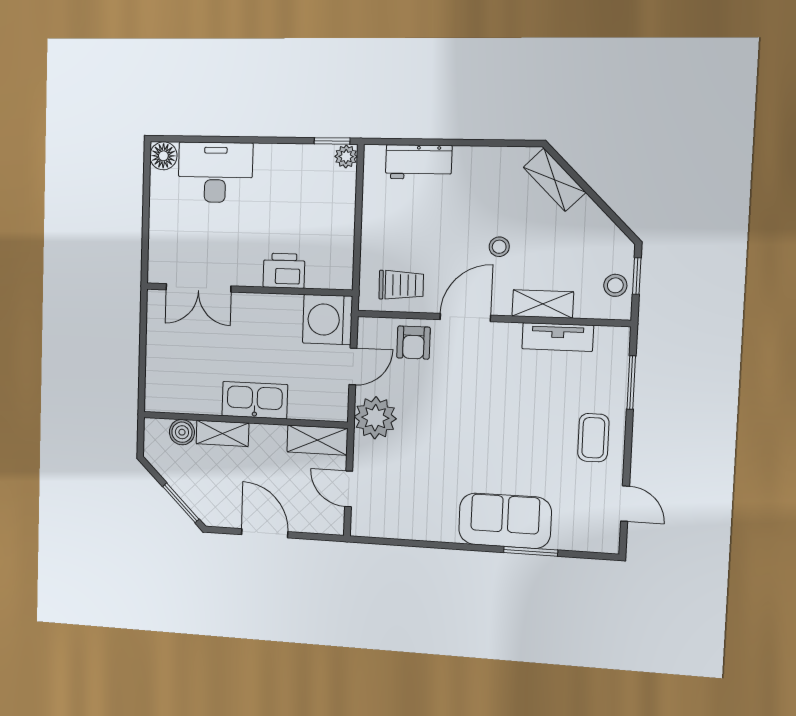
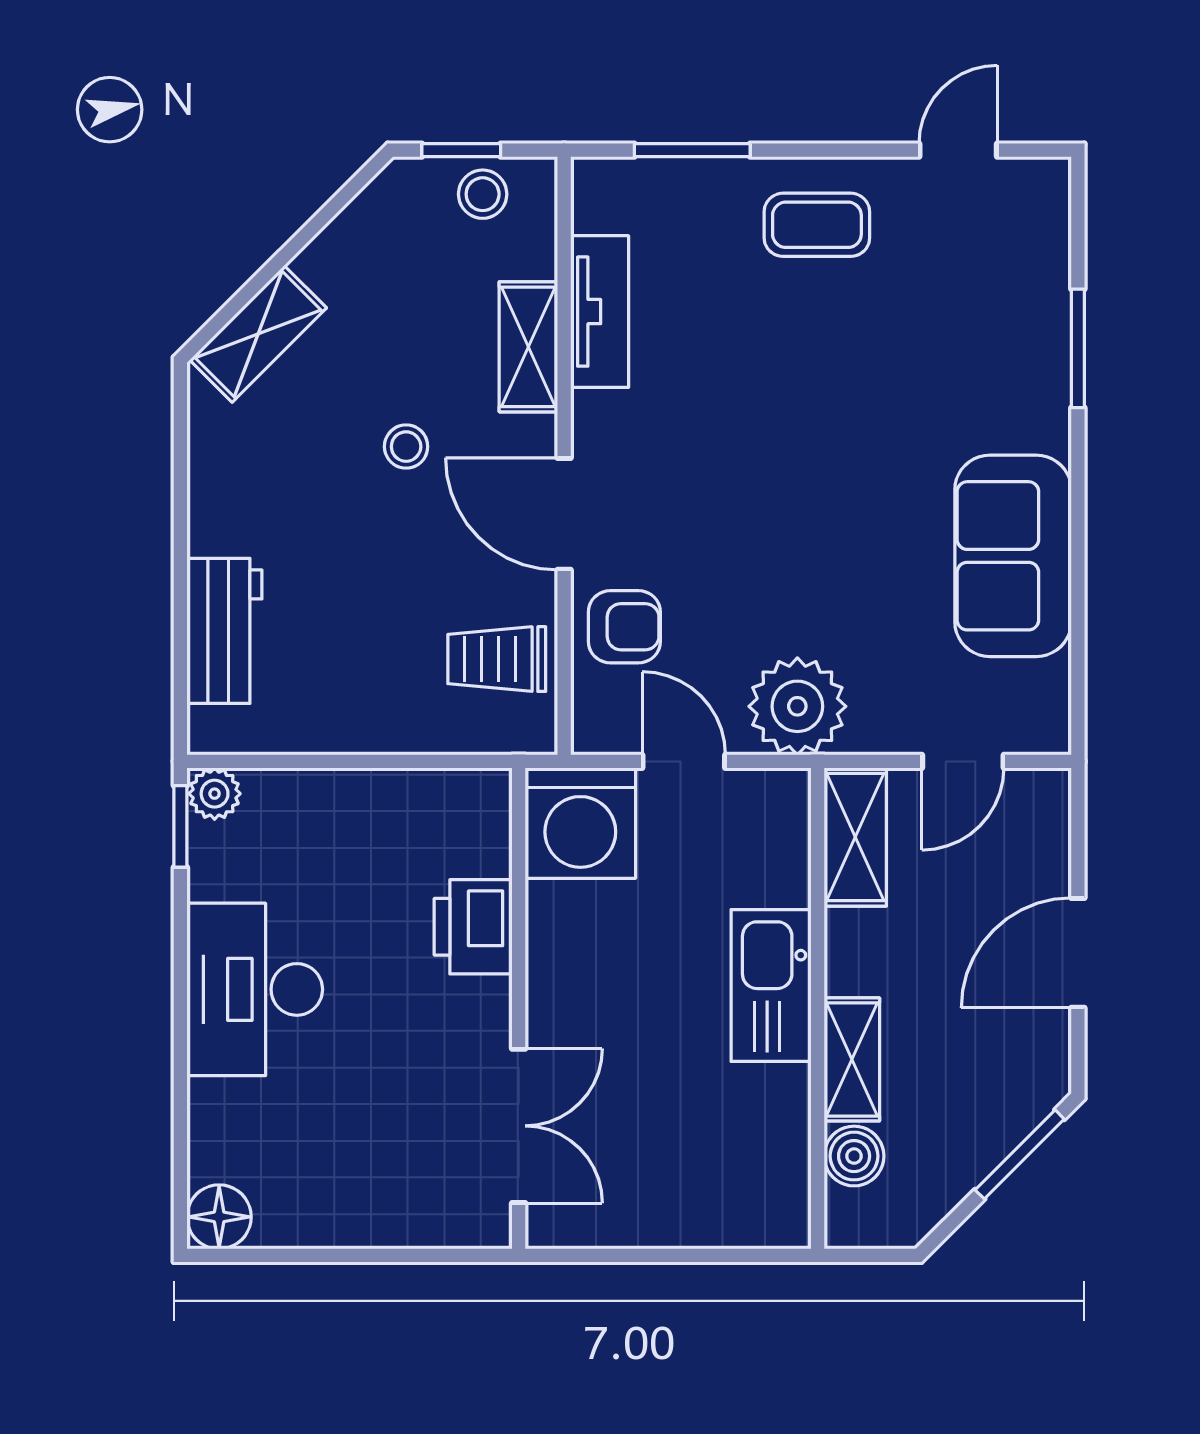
desk: (215, 172) -> (255, 989), moved
trolley: (401, 285) -> (497, 659), turned -89
sofa: (505, 521) -> (1013, 556), moved

